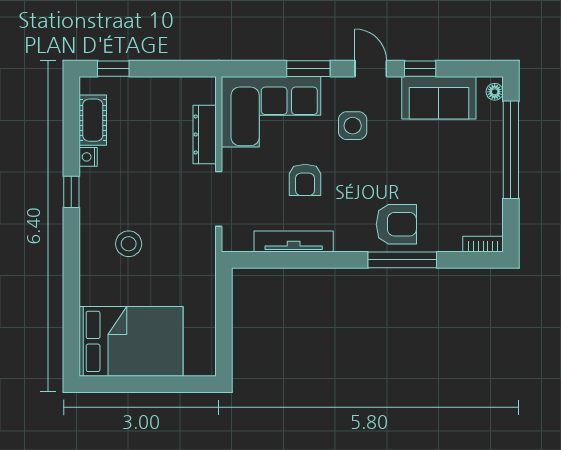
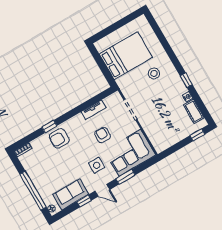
dresser: (205, 134) -> (149, 130), removed
tv unit: (294, 242) -> (93, 110), width x0.71
window: (402, 260) -> (49, 126), width x0.46
bed: (131, 341) -> (126, 56), moved, turned 180

